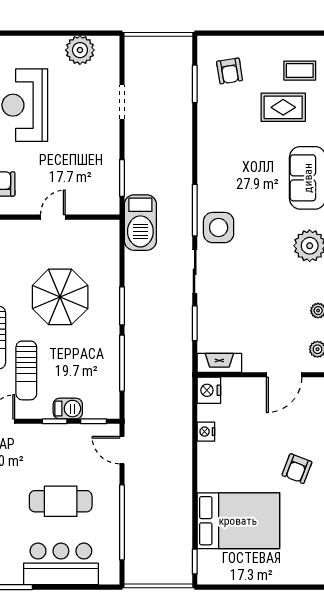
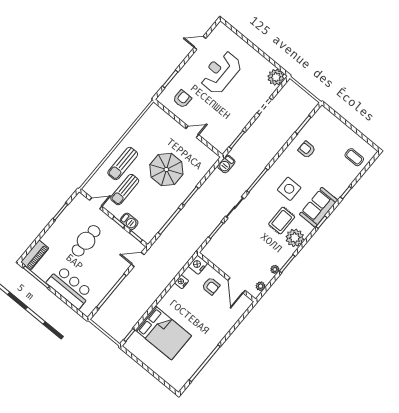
plant: (80, 50) -> (276, 77), moved
armchair: (230, 71) -> (307, 150), moved, turned 99
rug: (283, 107) -> (282, 221), moved, turned 90
barbecue: (140, 223) -> (226, 164), width x0.53, depth x0.65
side table: (219, 228) -> (289, 189), moved
fireplace: (219, 363) -> (212, 256), removed
door: (284, 375) -> (237, 285), hinge flipped
door: (122, 450) -> (138, 259), hinge flipped
armchair: (297, 469) -> (211, 286), moved, turned -111
cafe table: (61, 501) -> (86, 241), moved, turned 90

